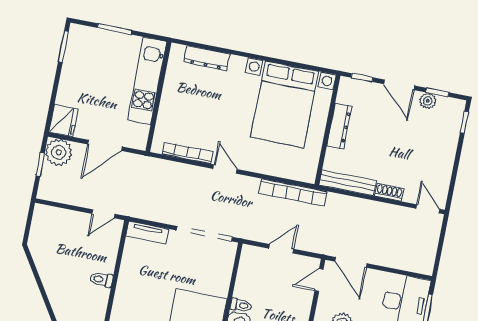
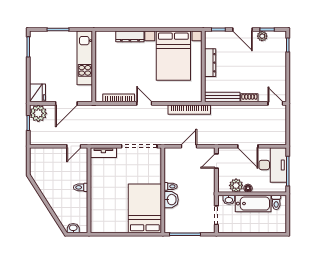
dresser: (207, 58) -> (130, 36), moved
door: (351, 262) -> (248, 146), moved

